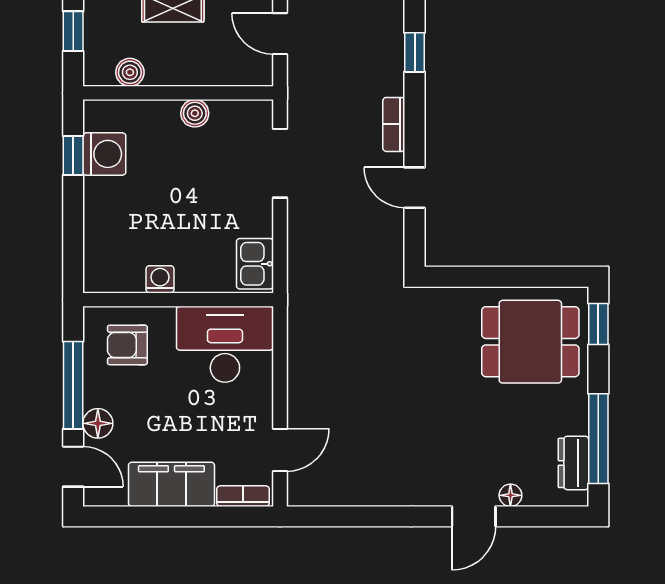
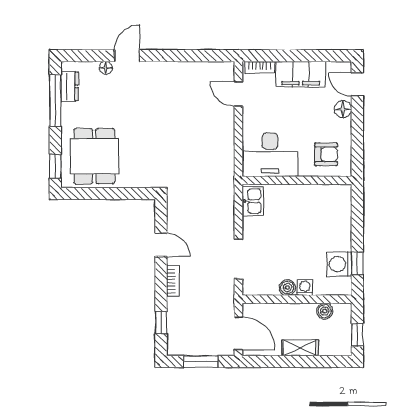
door: (280, 34) -> (238, 333), width x1.38
washing machine: (160, 279) -> (305, 288), moved, turned 180
dining table: (530, 342) -> (94, 156), turned 90
window: (73, 385) -> (357, 131), removed
door: (280, 450) -> (238, 94), hinge flipped

